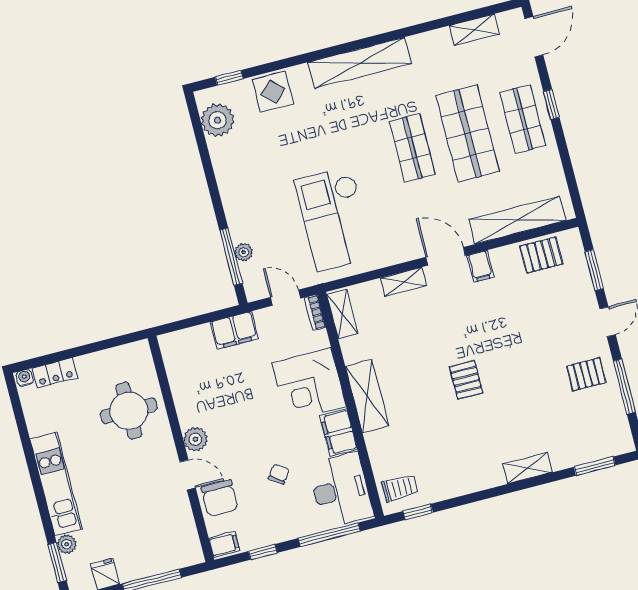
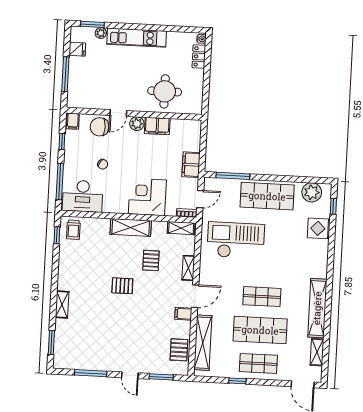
shelving: (360, 63) -> (317, 308), moved
window: (551, 105) -> (237, 381), moved
shop shelf: (246, 191) -> (267, 196), added
plant: (244, 252) -> (233, 184), removed
pallet: (586, 374) -> (151, 260), moved
filing cabinet: (339, 432) -> (157, 126), moved, turned 180

